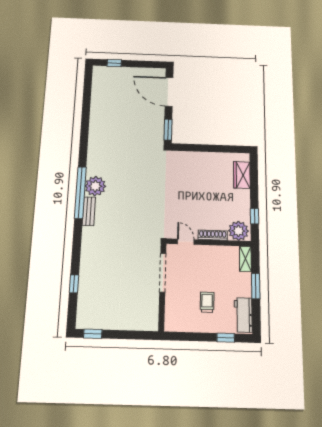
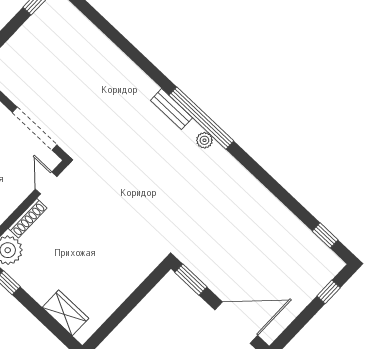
plant: (95, 186) -> (204, 140), width x0.53, depth x0.53
door: (186, 242) -> (46, 183), swing flipped
window: (74, 284) -> (325, 235), moved

